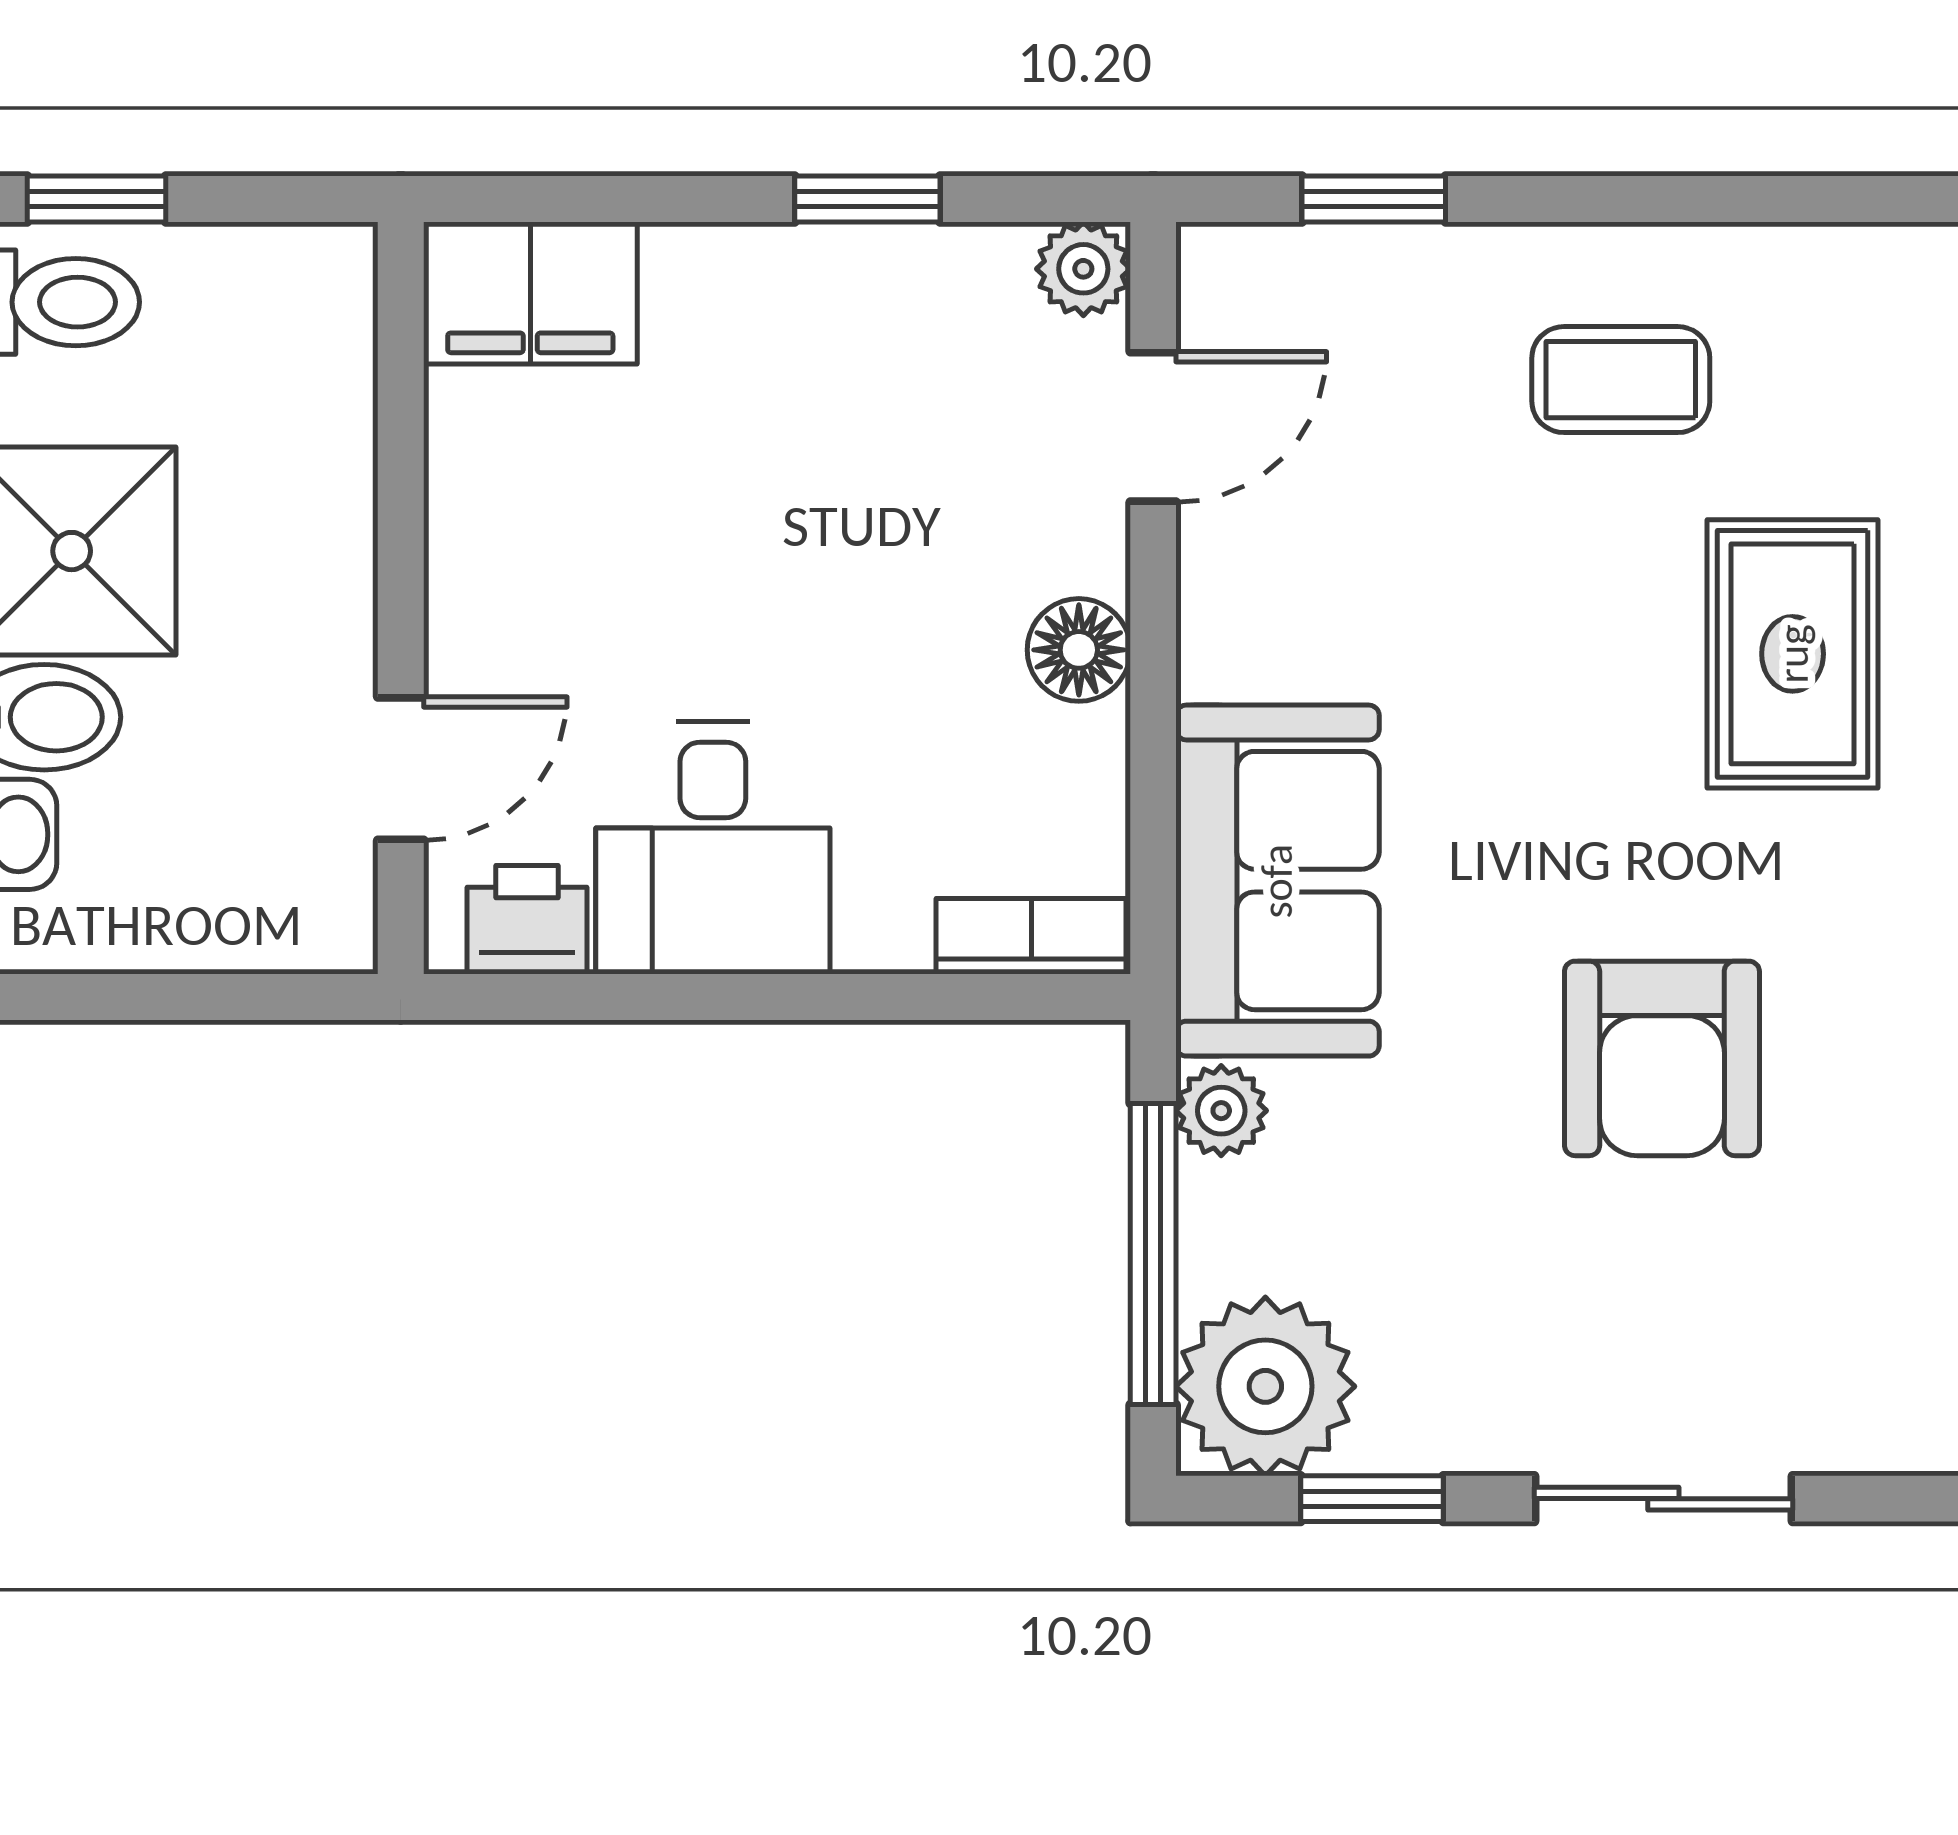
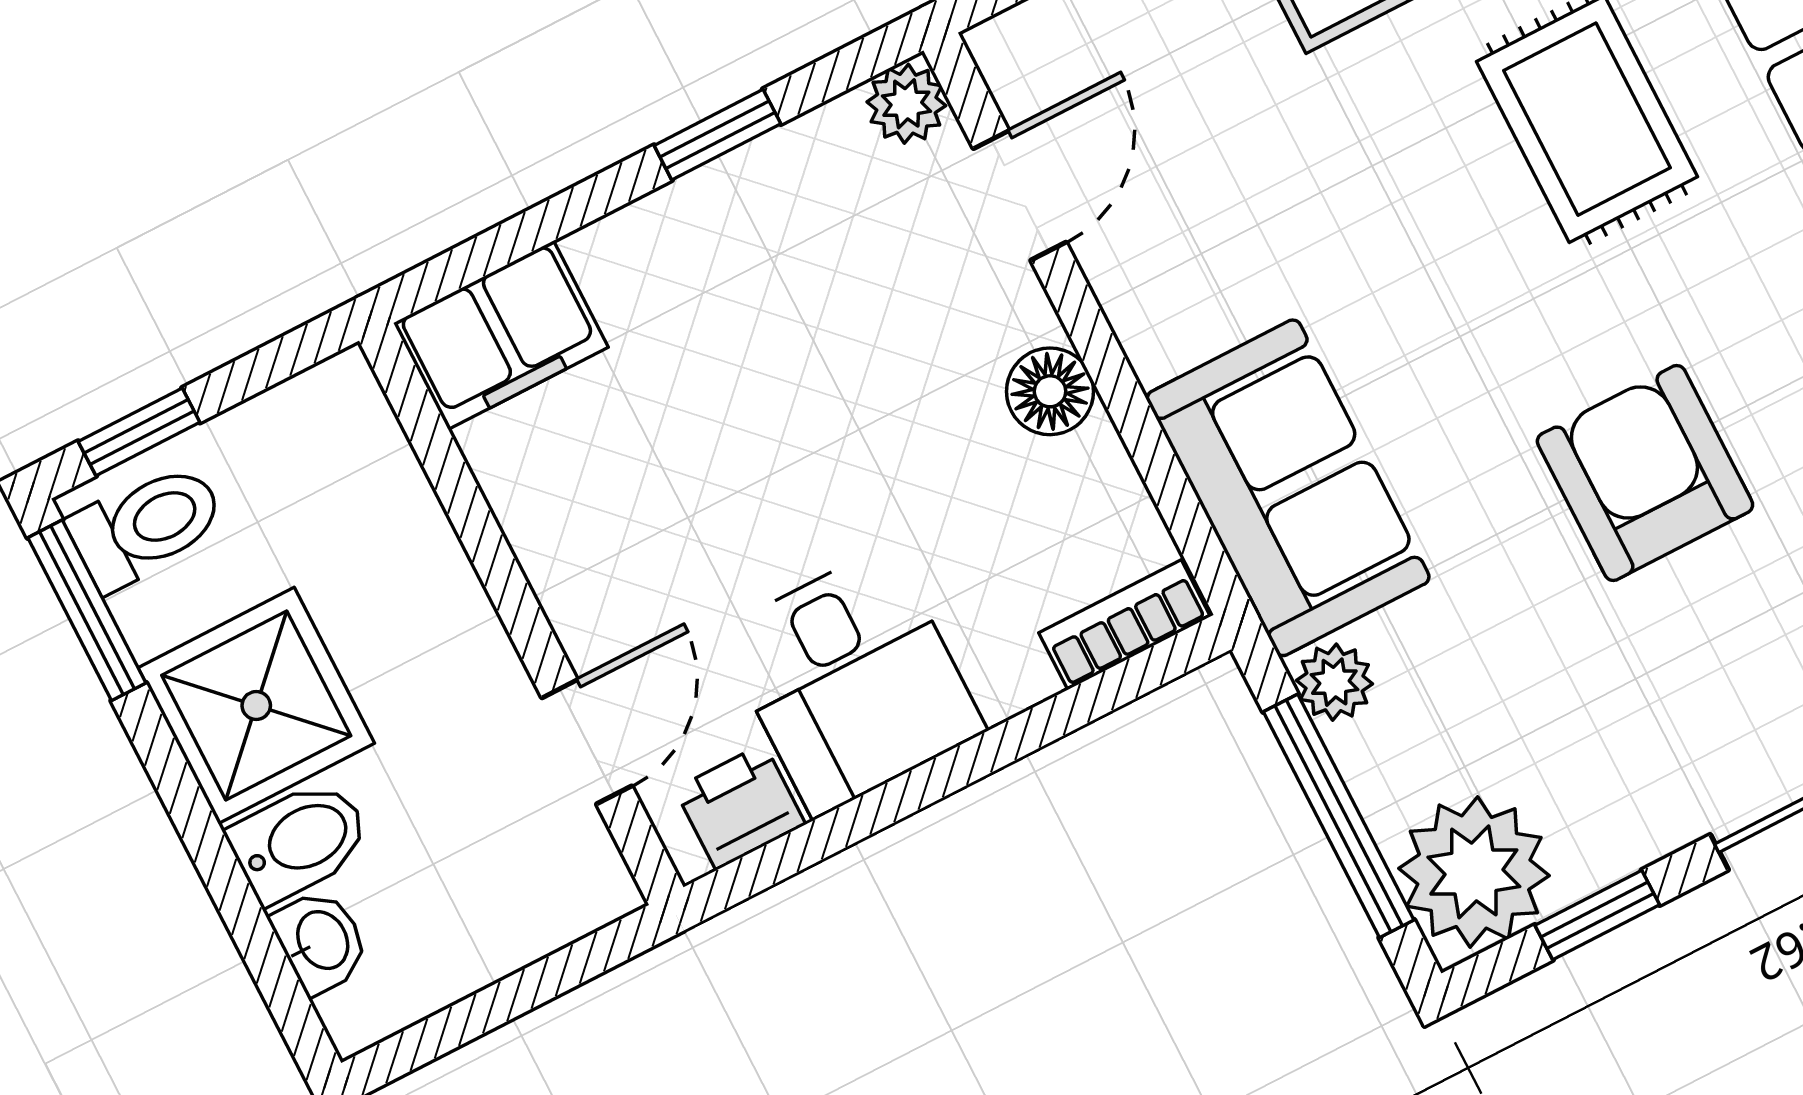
armchair: (1662, 1058) -> (1645, 473), turned 180

